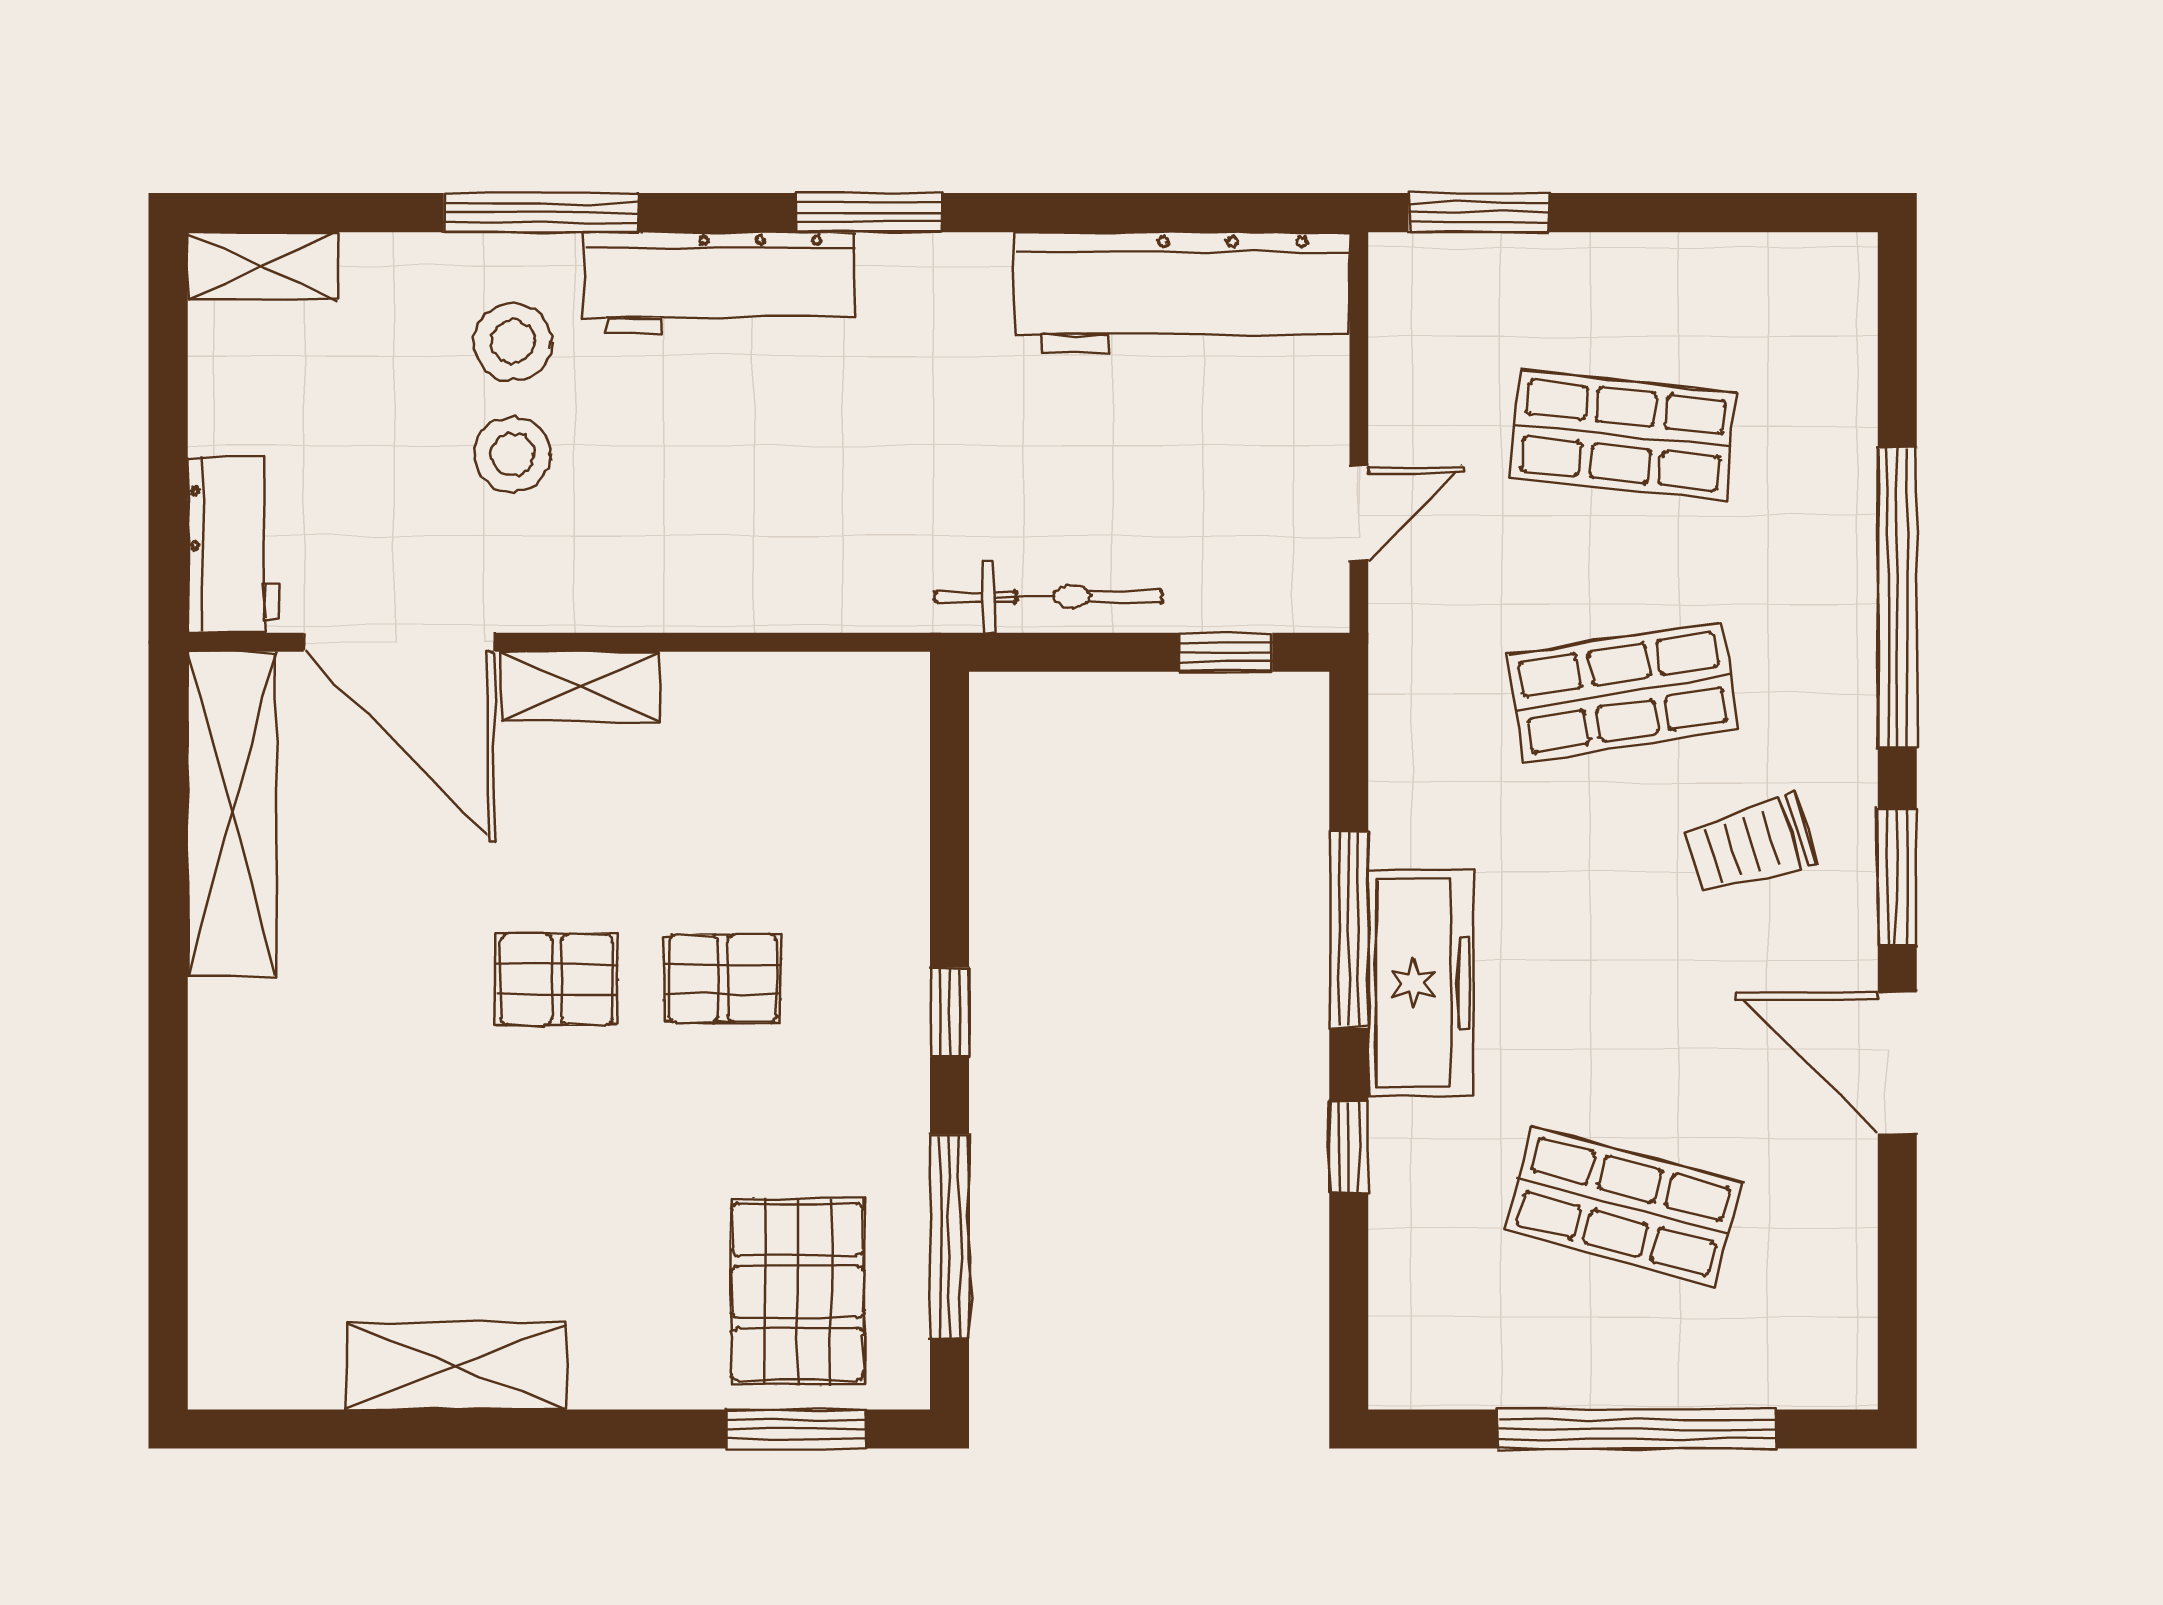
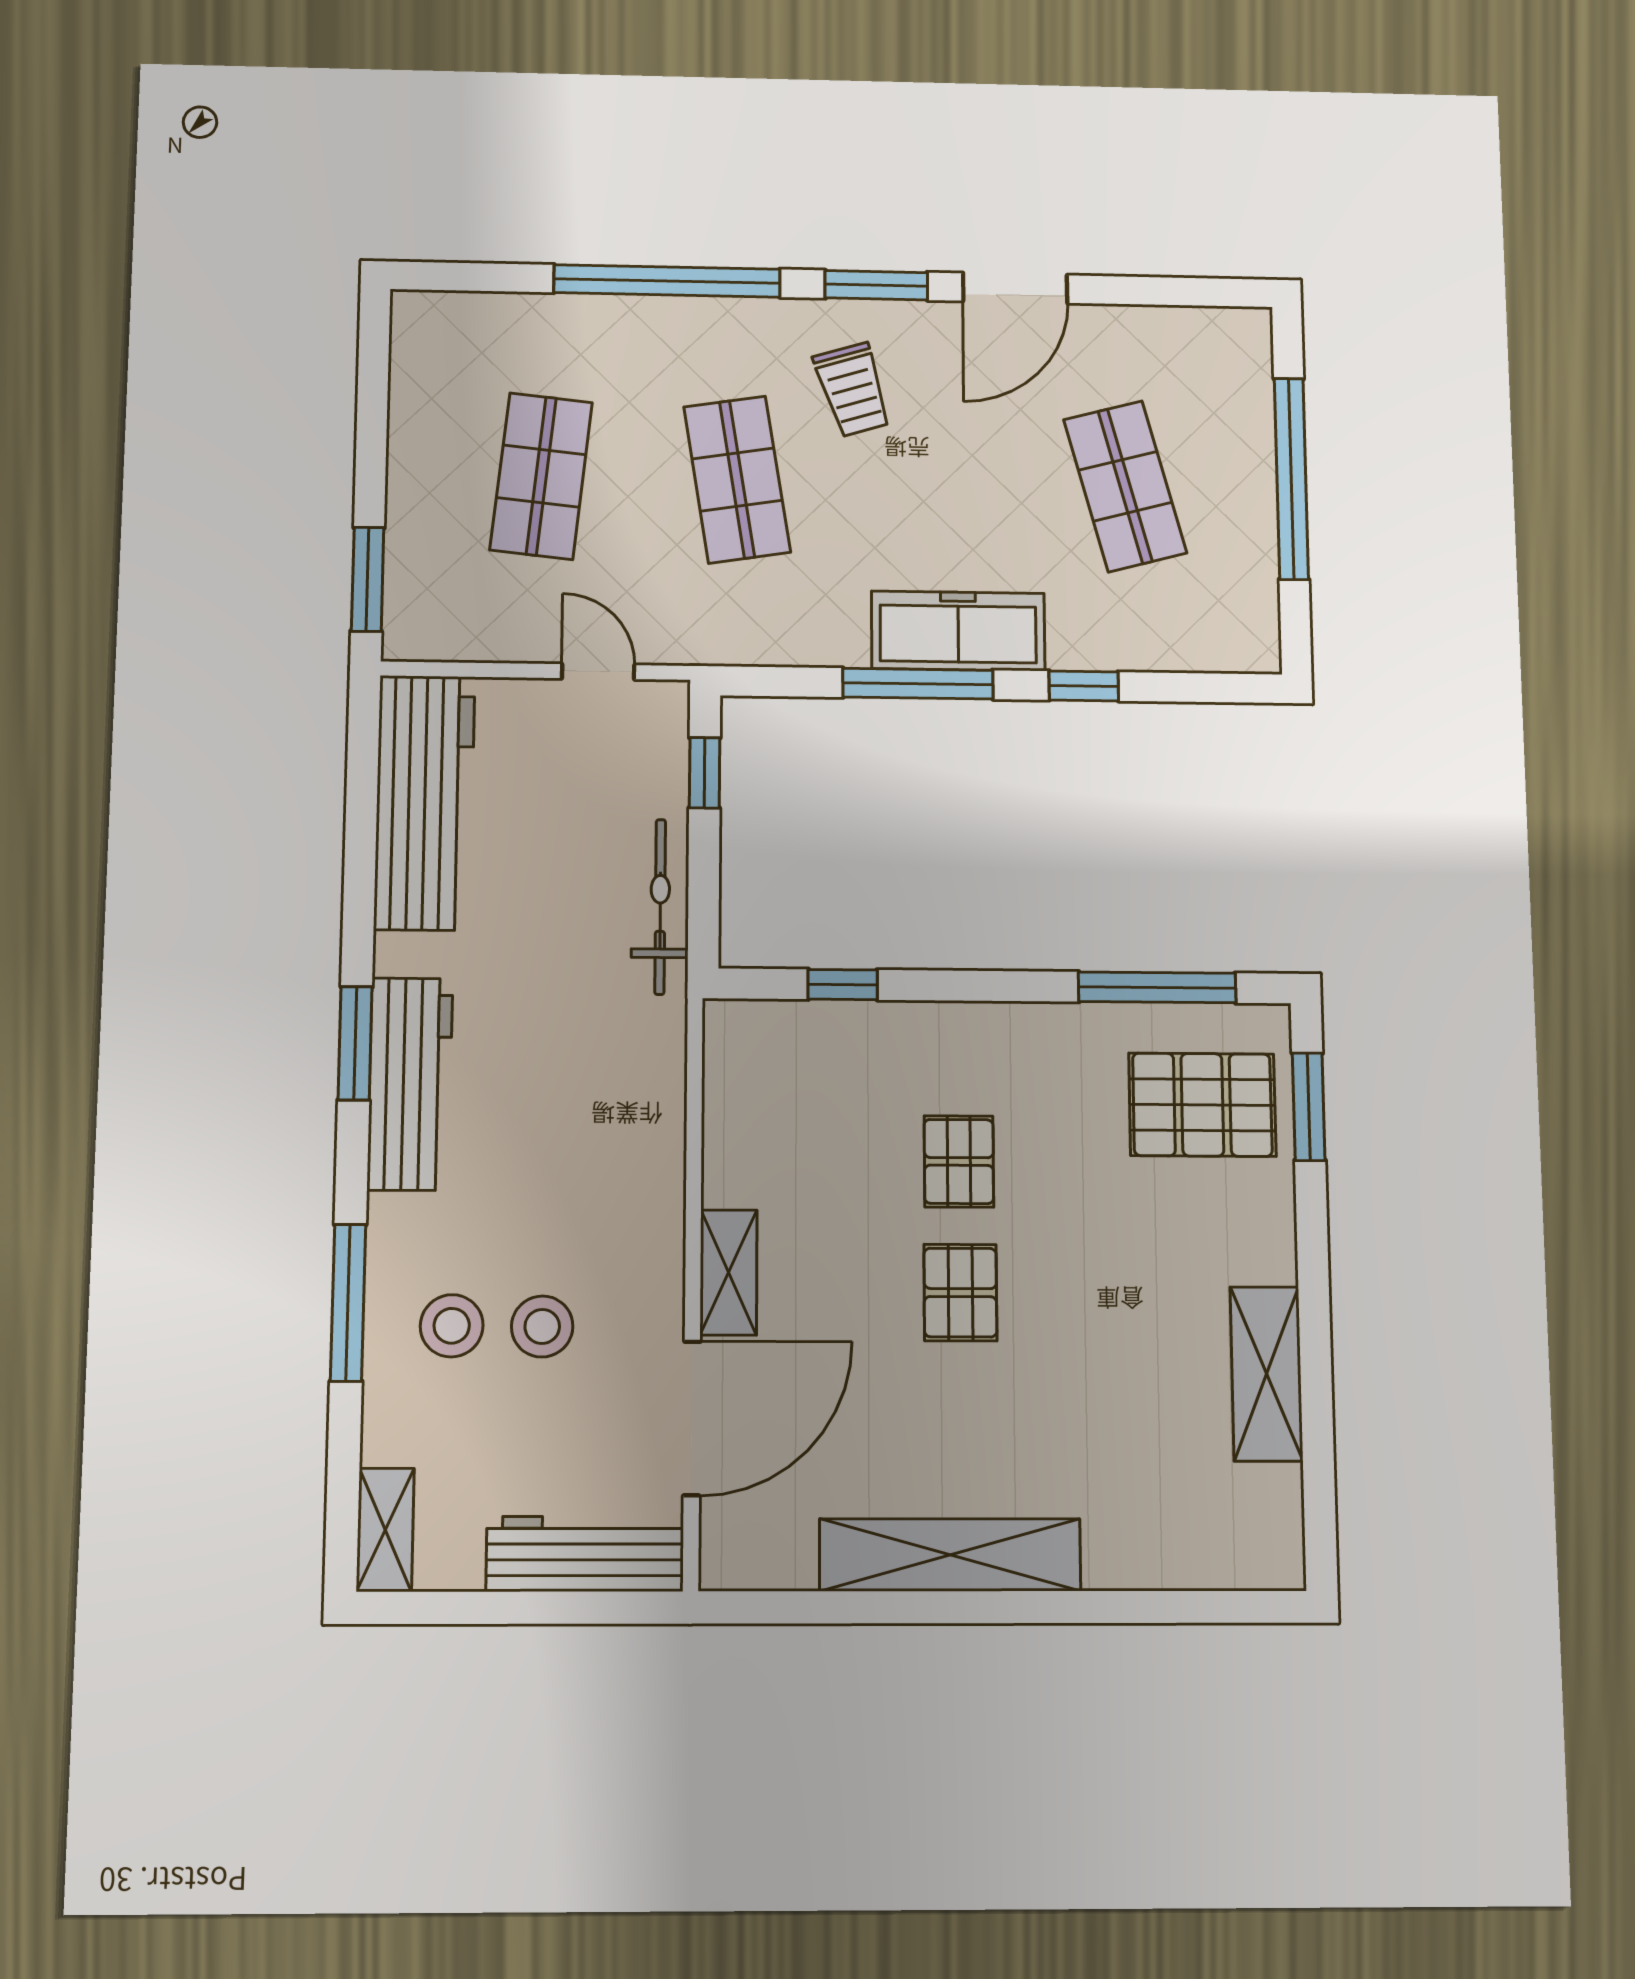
workbench: (720, 283) -> (410, 1084), moved
workbench: (233, 545) -> (585, 1554), width x1.38
shelving: (232, 814) -> (950, 1555), moved
window: (950, 1012) -> (843, 985), moved
shop shelf: (1623, 1206) -> (1125, 486), turned -30

